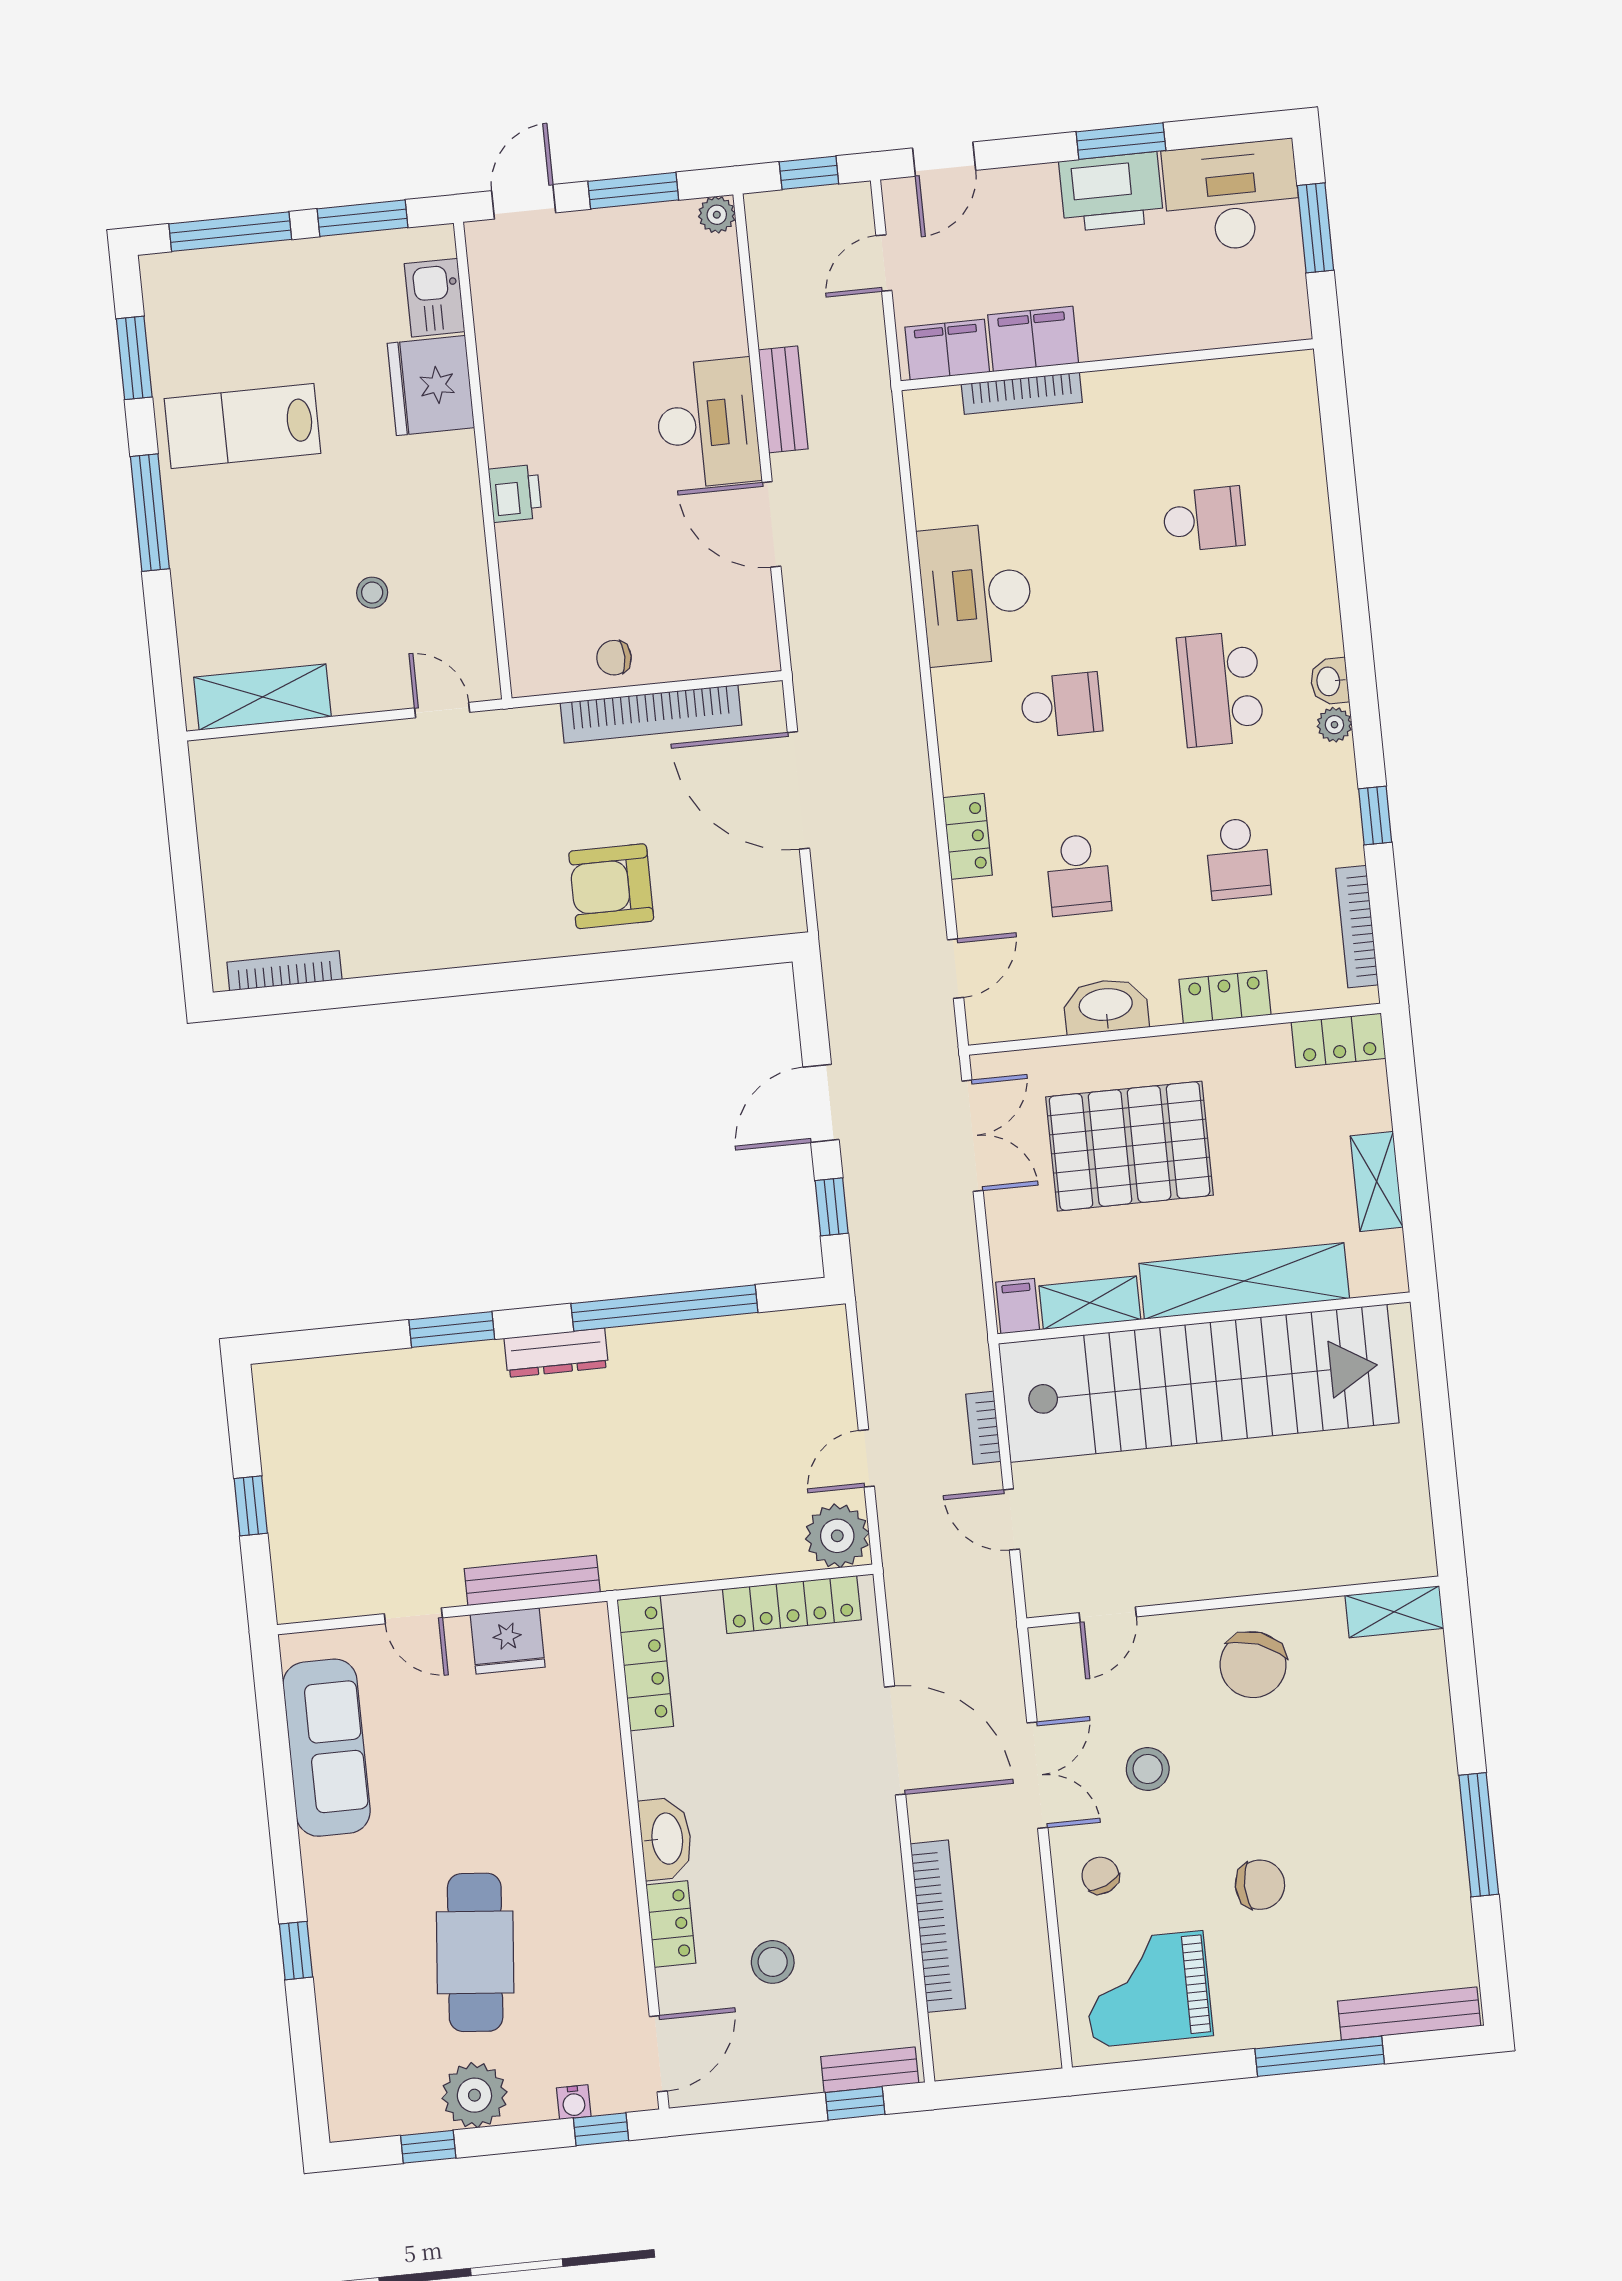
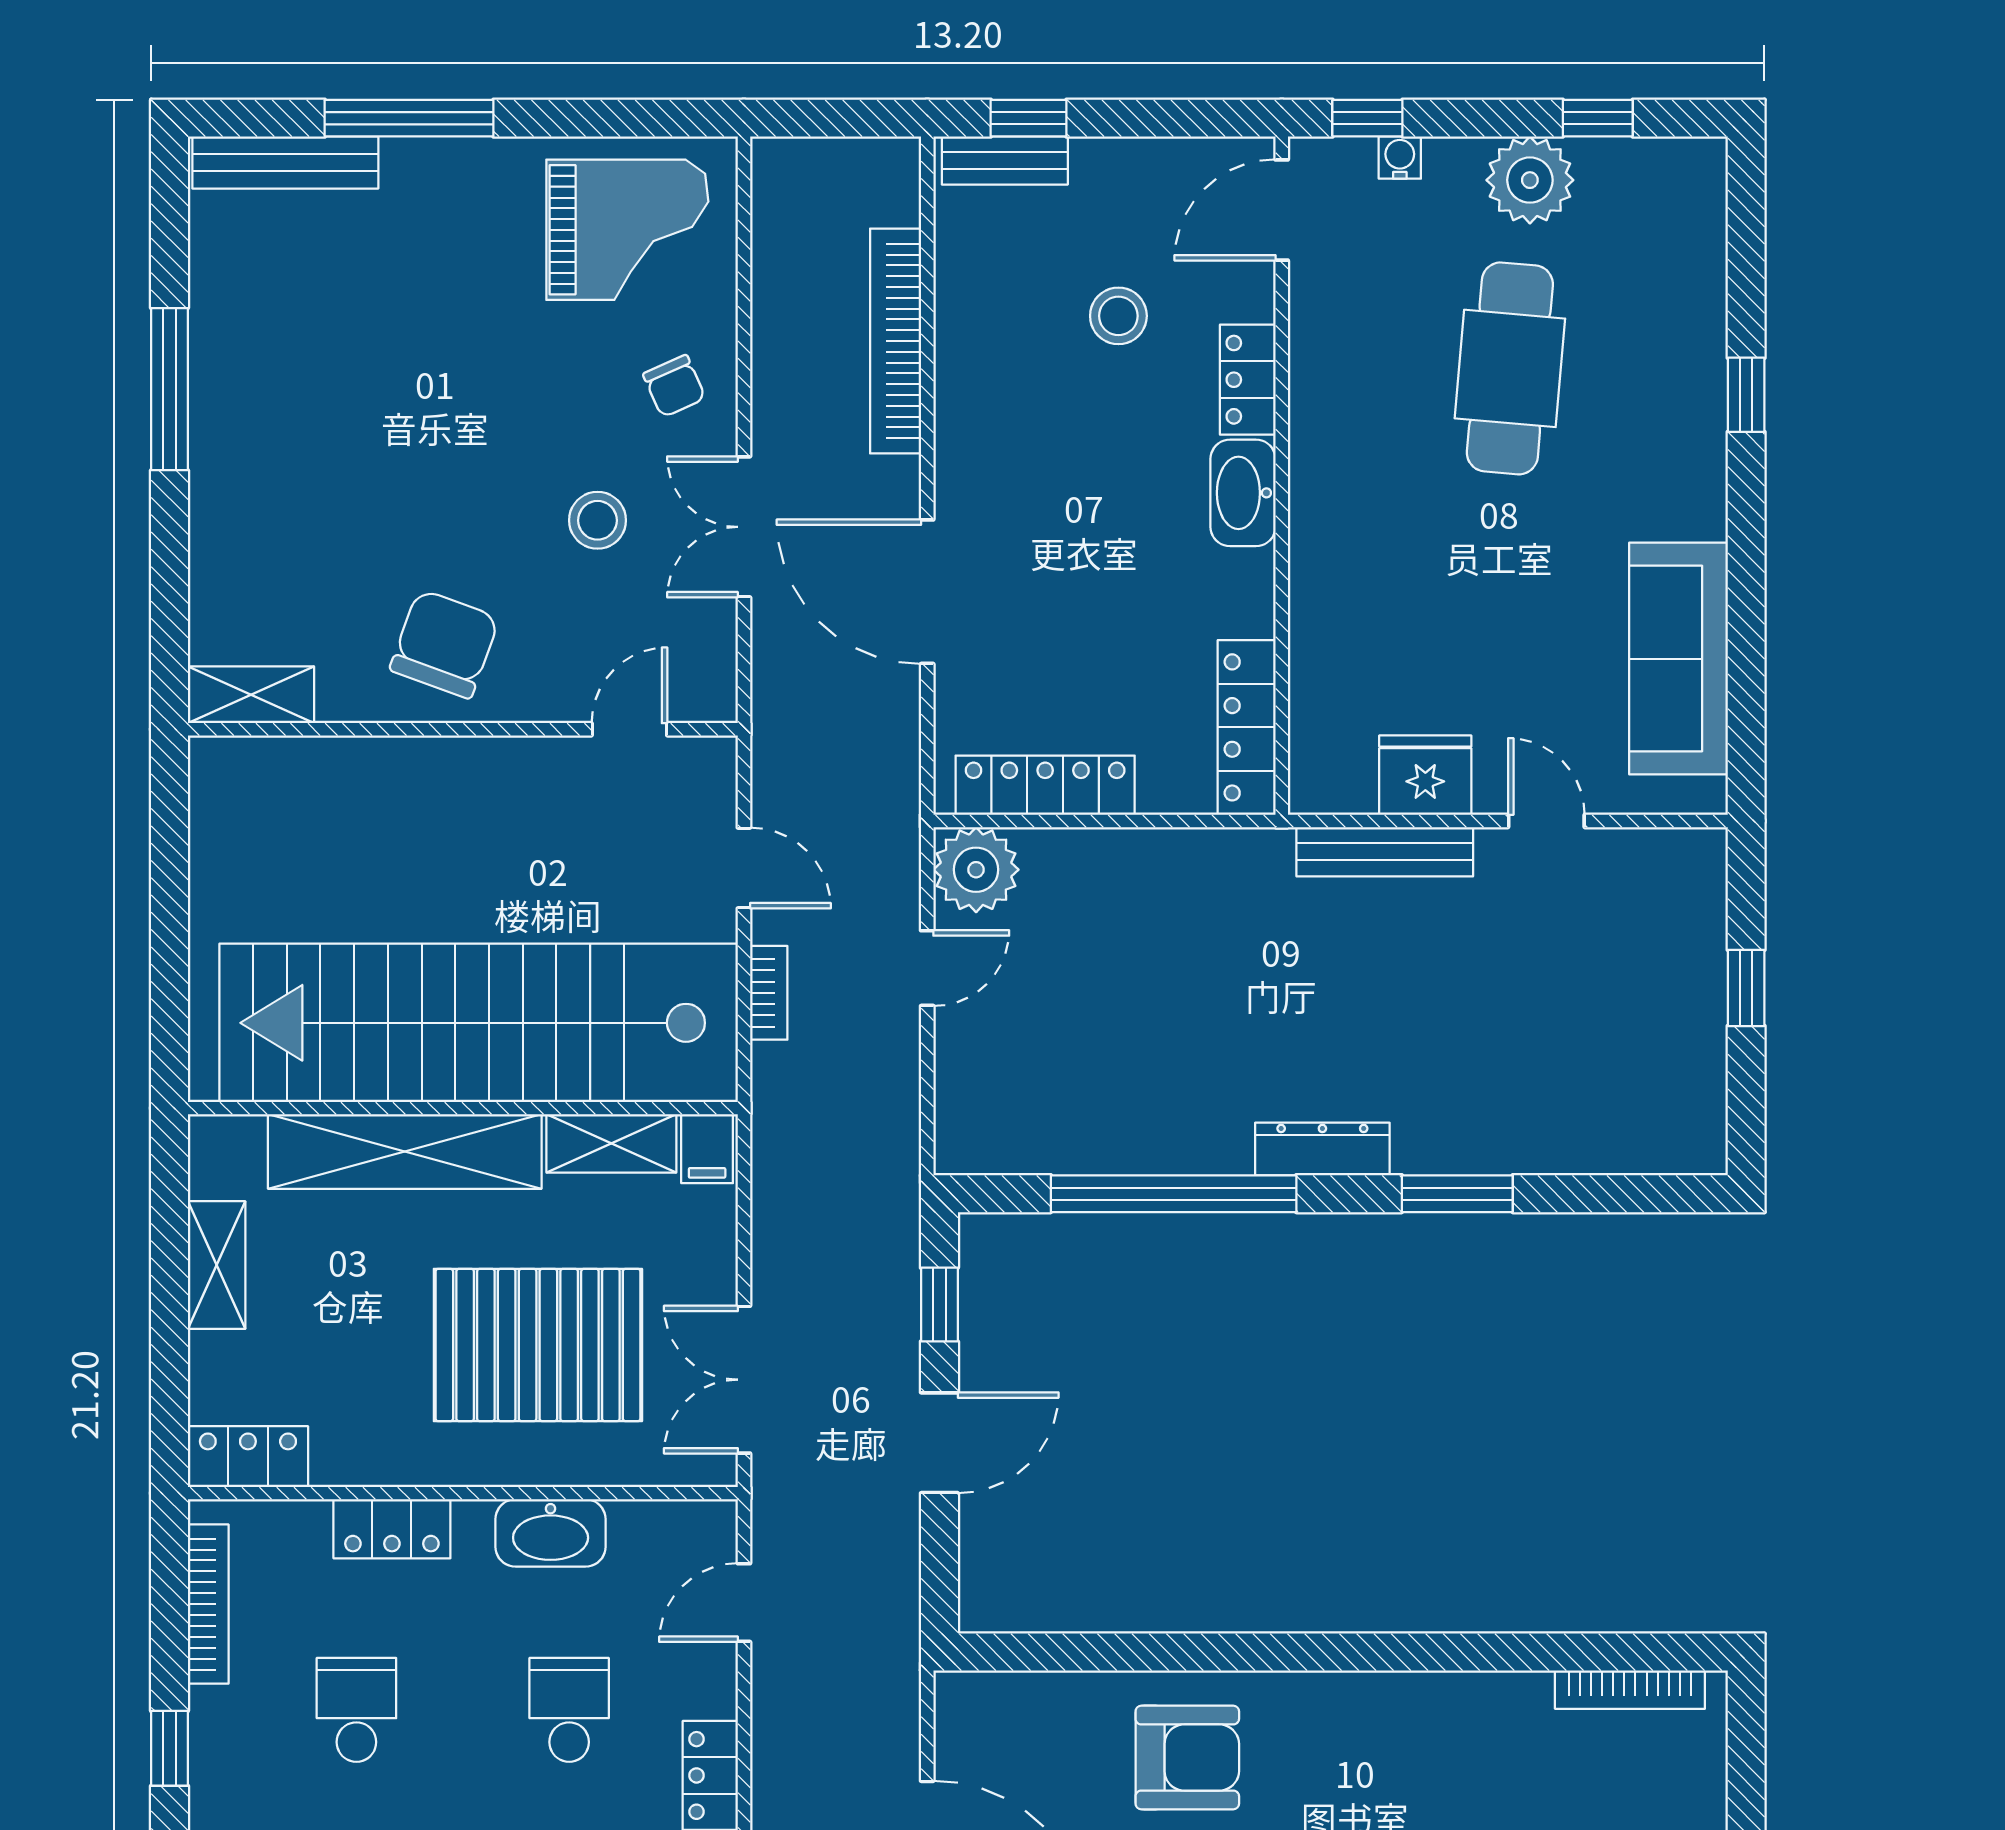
chair: (1260, 1885) -> (465, 353), removed

